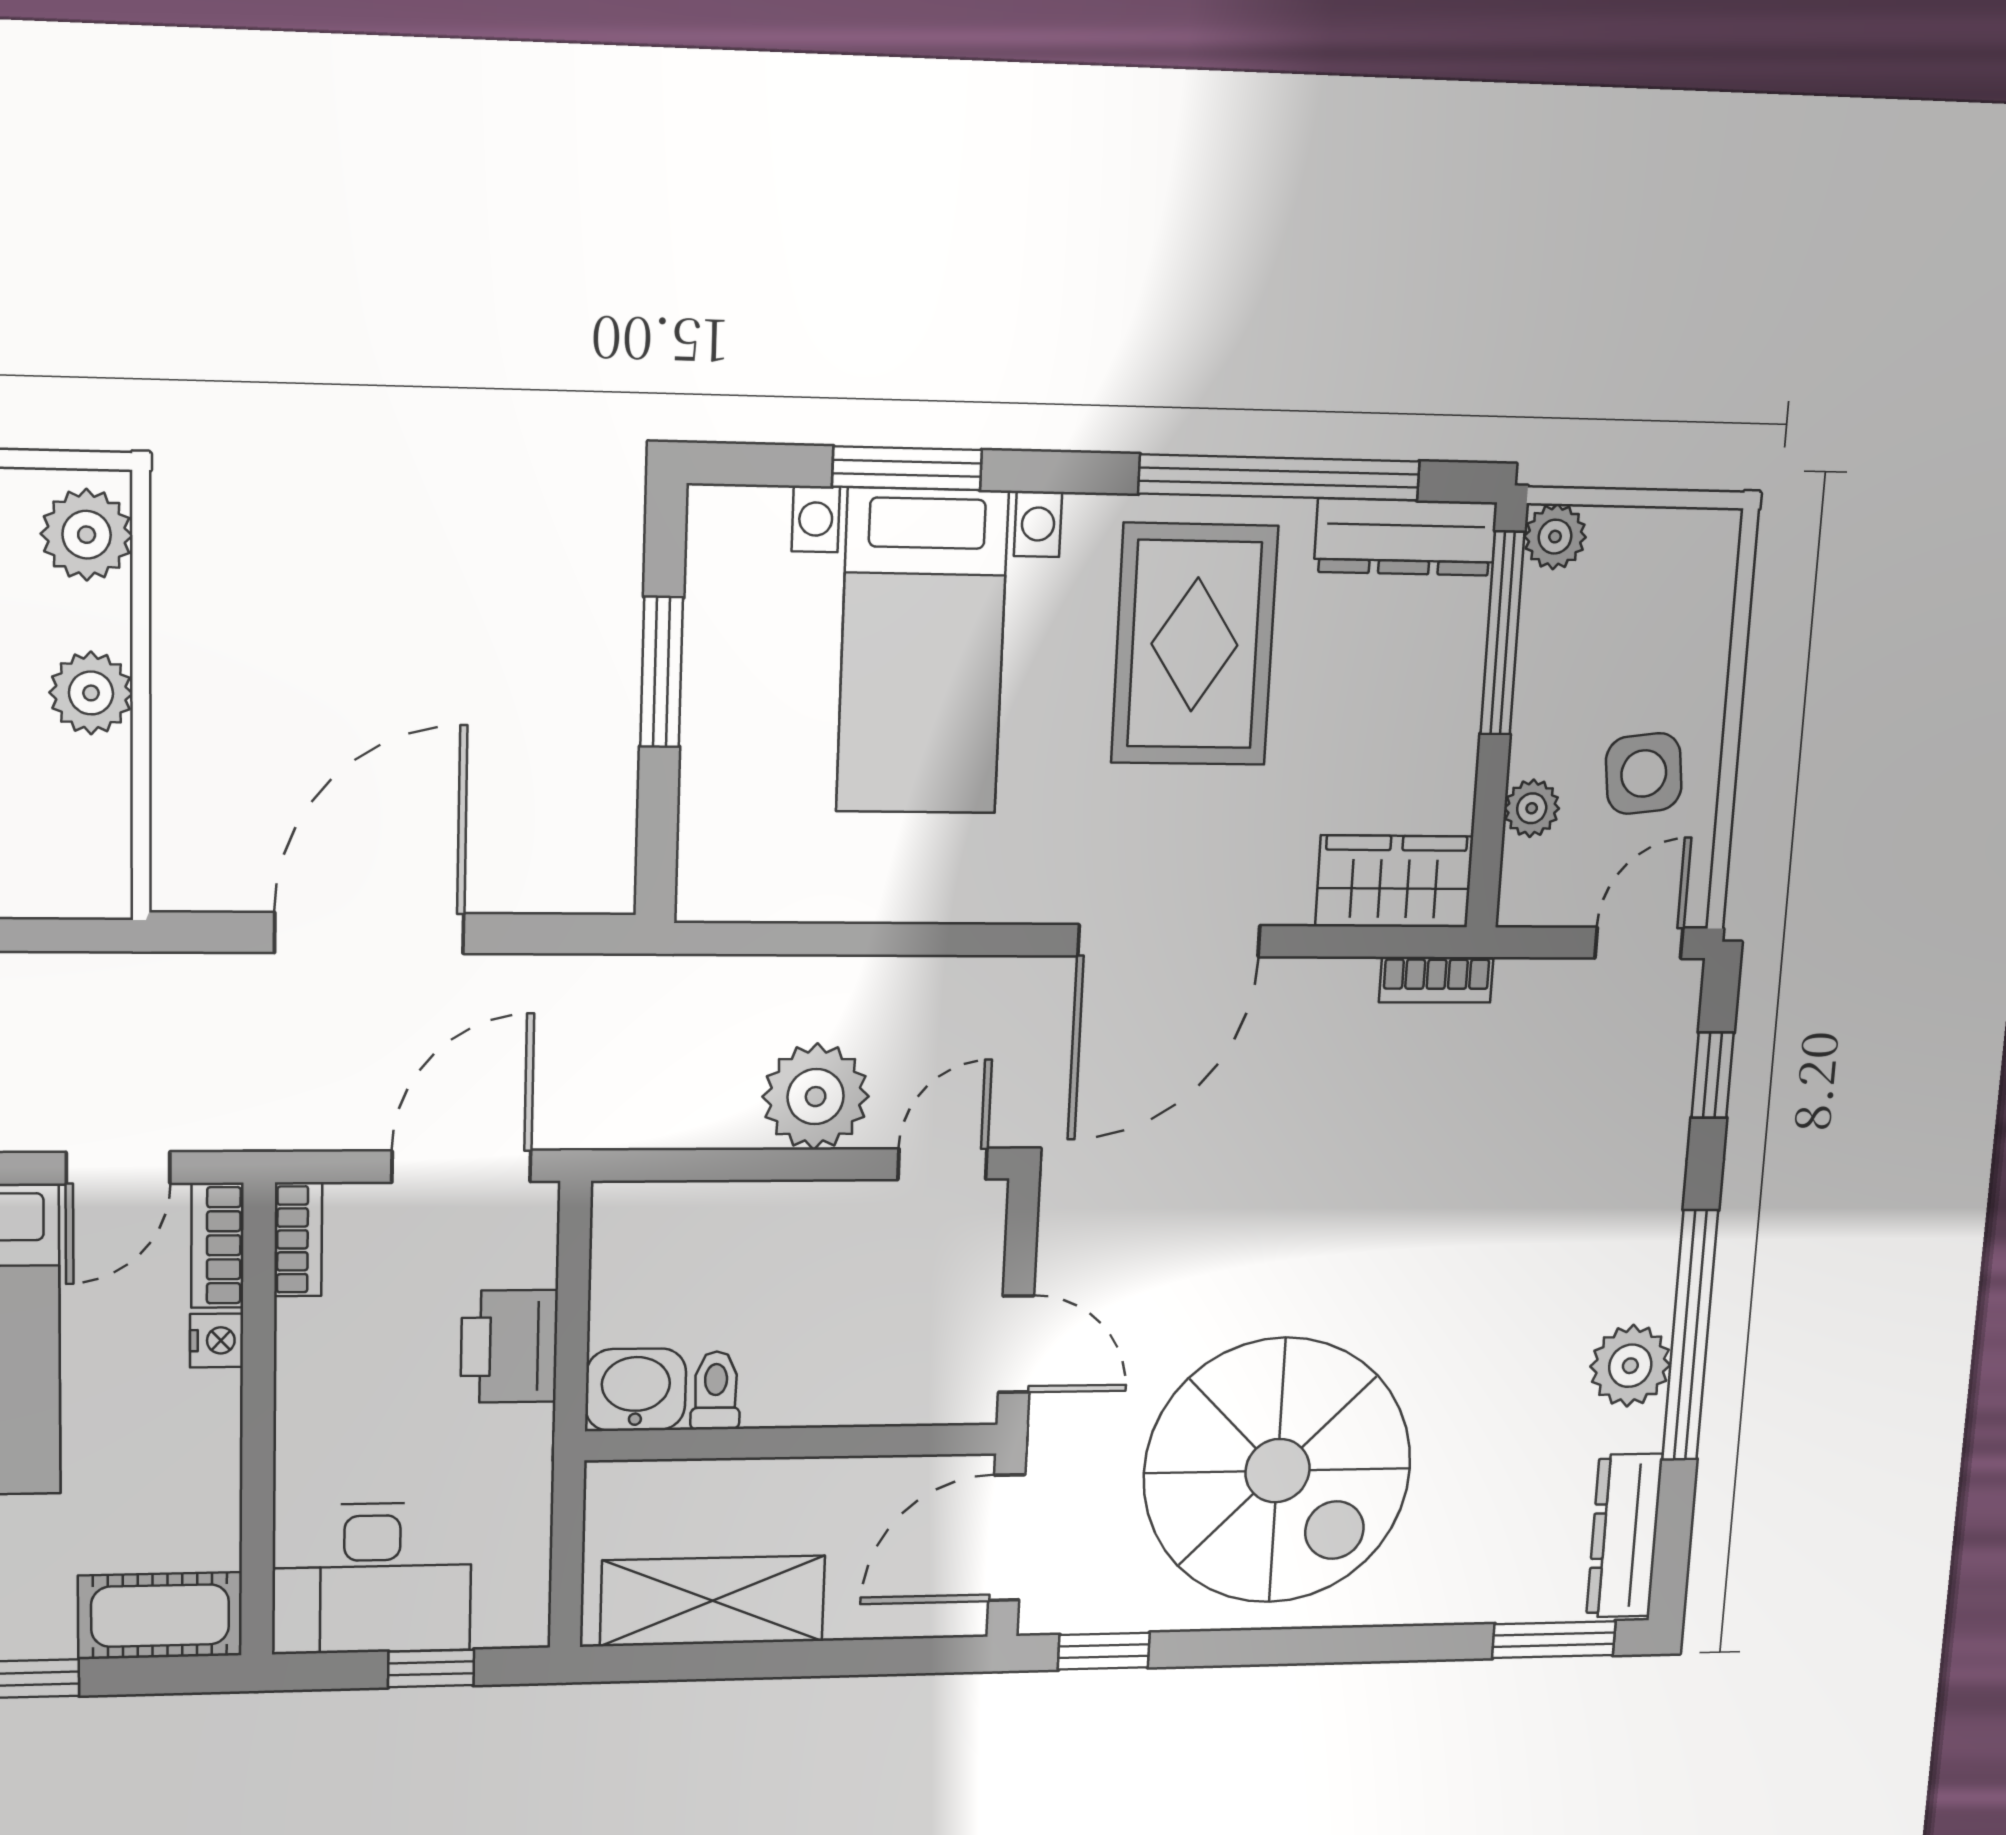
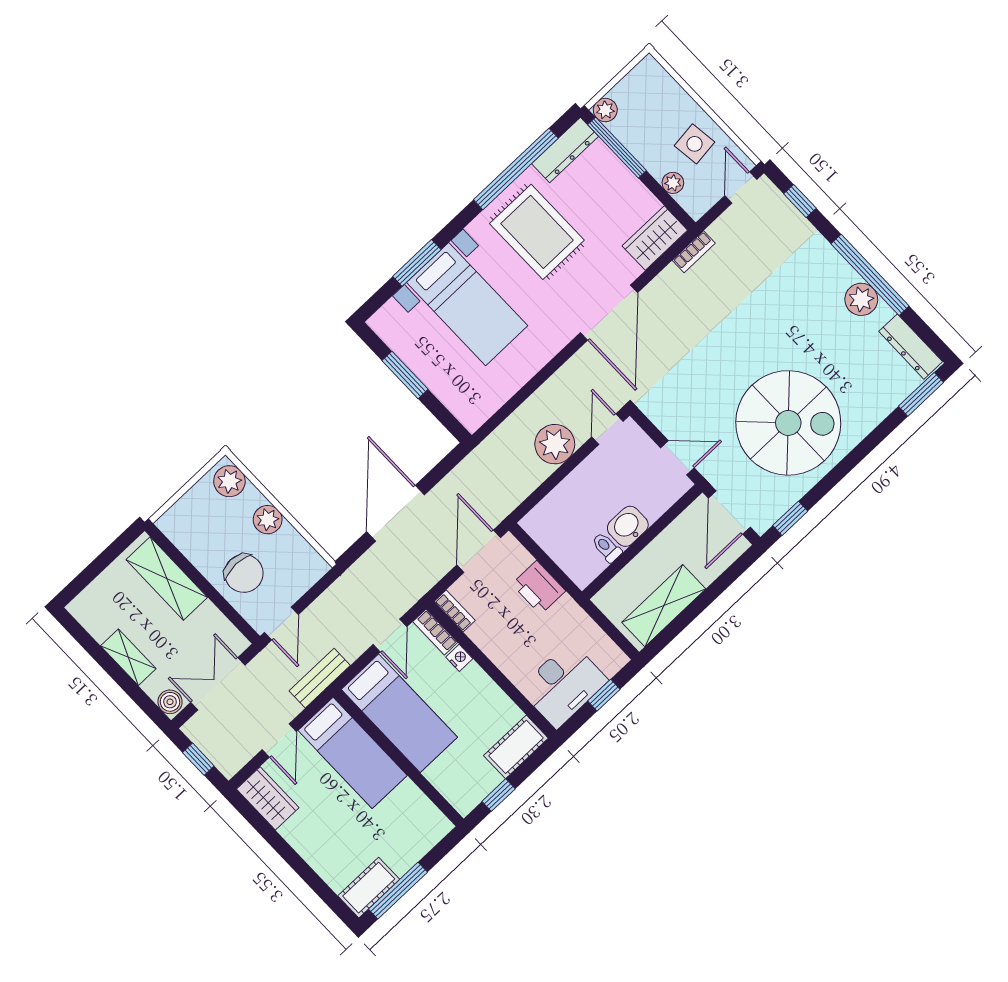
washbasin: (636, 1390) -> (628, 526), moved

